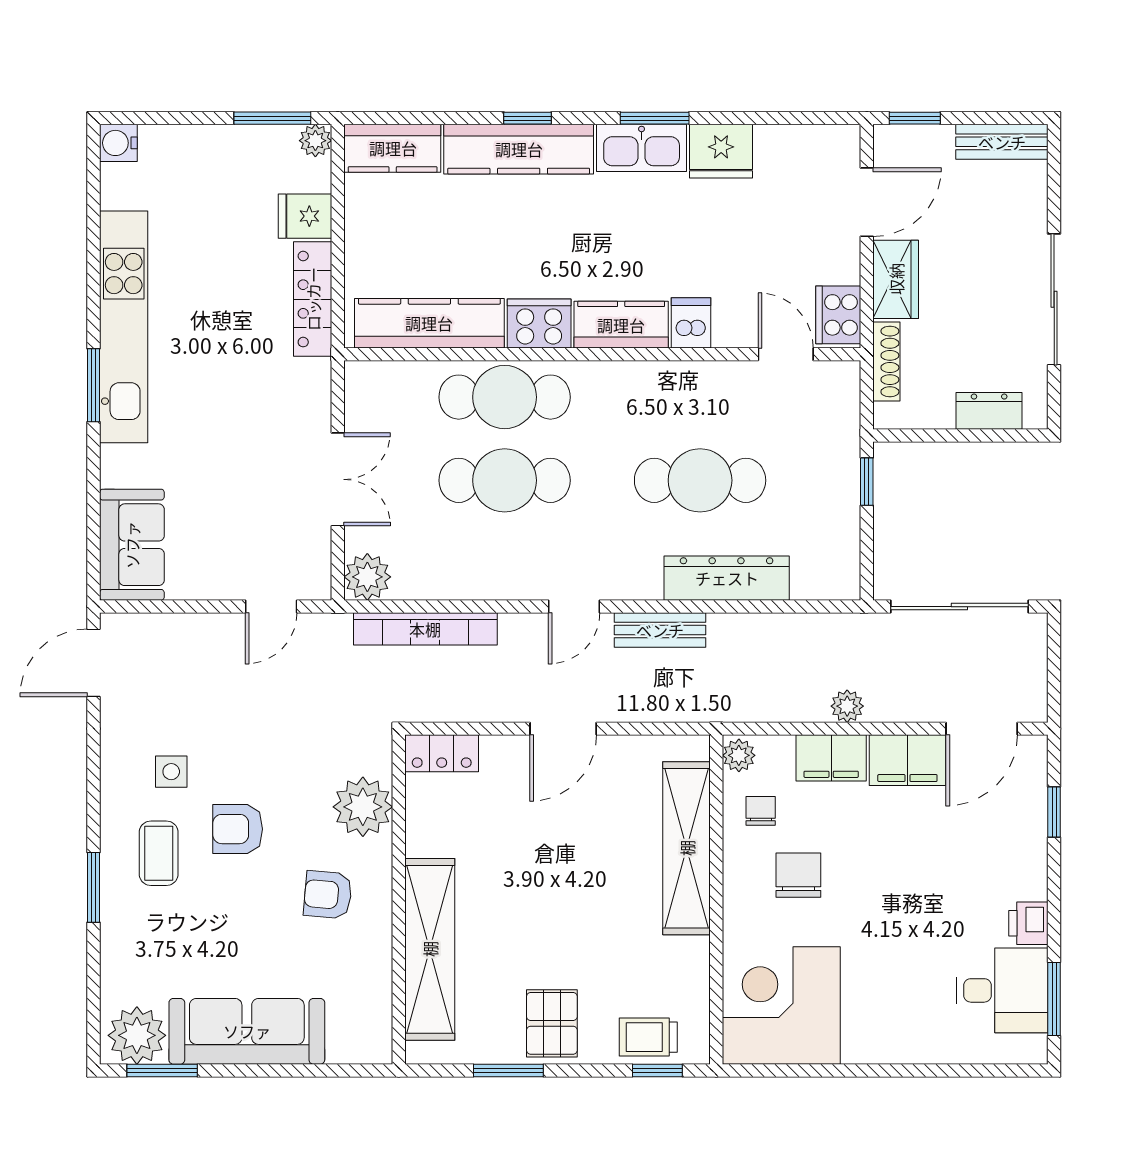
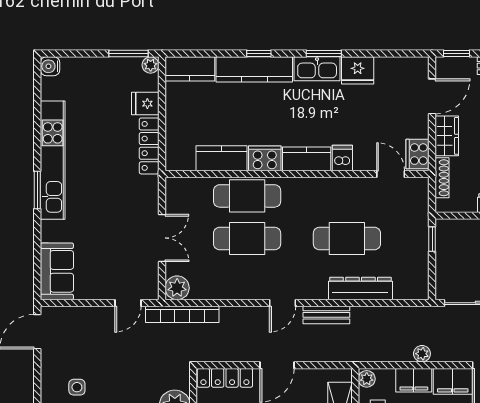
kitchen counter: (429, 323) -> (221, 158), width x0.67
bookcase: (425, 629) -> (182, 314), moved
locker: (442, 753) -> (225, 378), width x1.53

